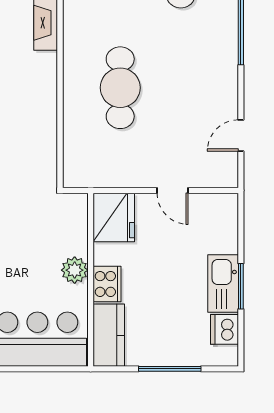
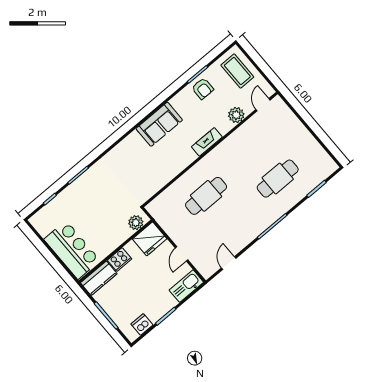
door: (241, 136) -> (229, 263), hinge flipped
plant: (75, 270) -> (136, 223), moved
kitchen sink: (223, 284) -> (186, 286), moved

